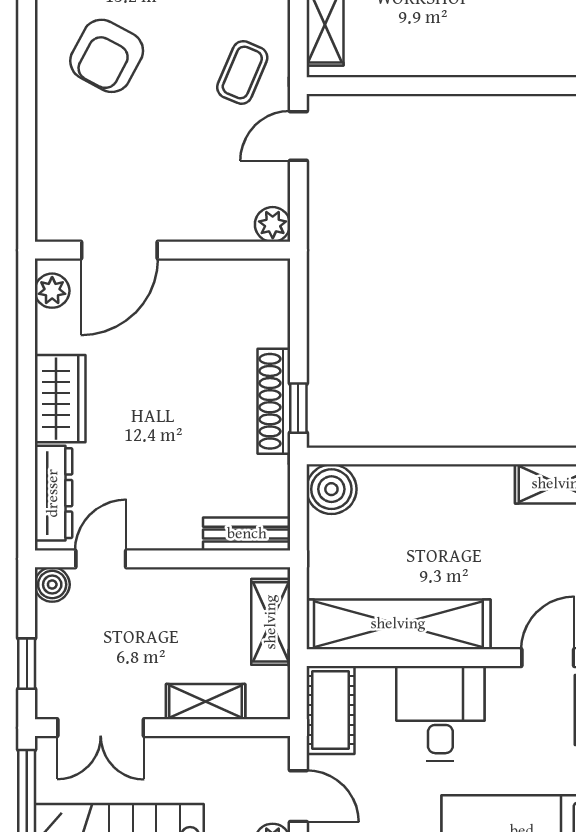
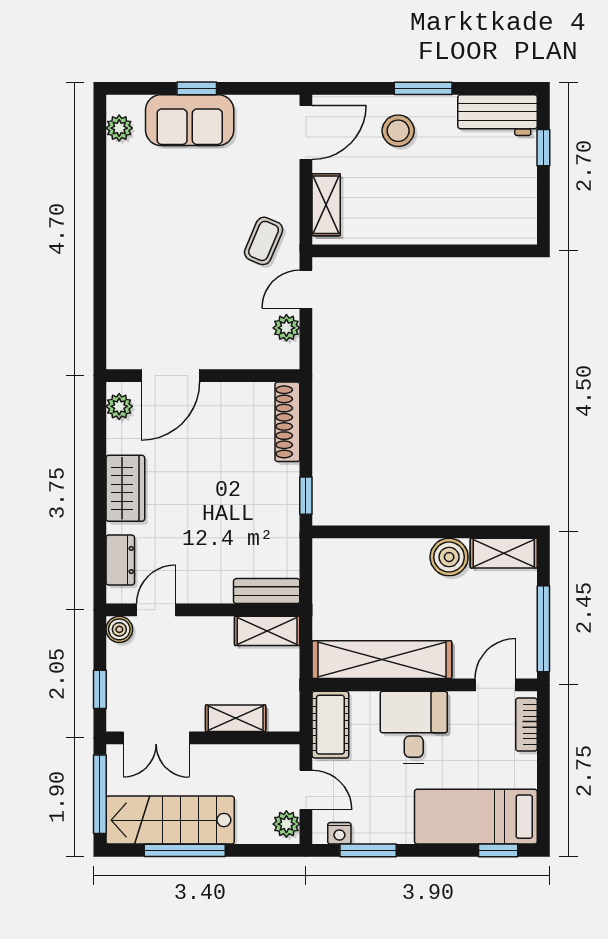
armchair: (107, 56) -> (161, 228), removed
plant: (273, 224) -> (286, 328), moved
shoe rack: (274, 401) -> (287, 422), moved
boiler: (331, 489) -> (449, 557), moved
dresser: (53, 493) -> (120, 560), width x0.70
shelving: (271, 622) -> (267, 631), moved, turned 90

